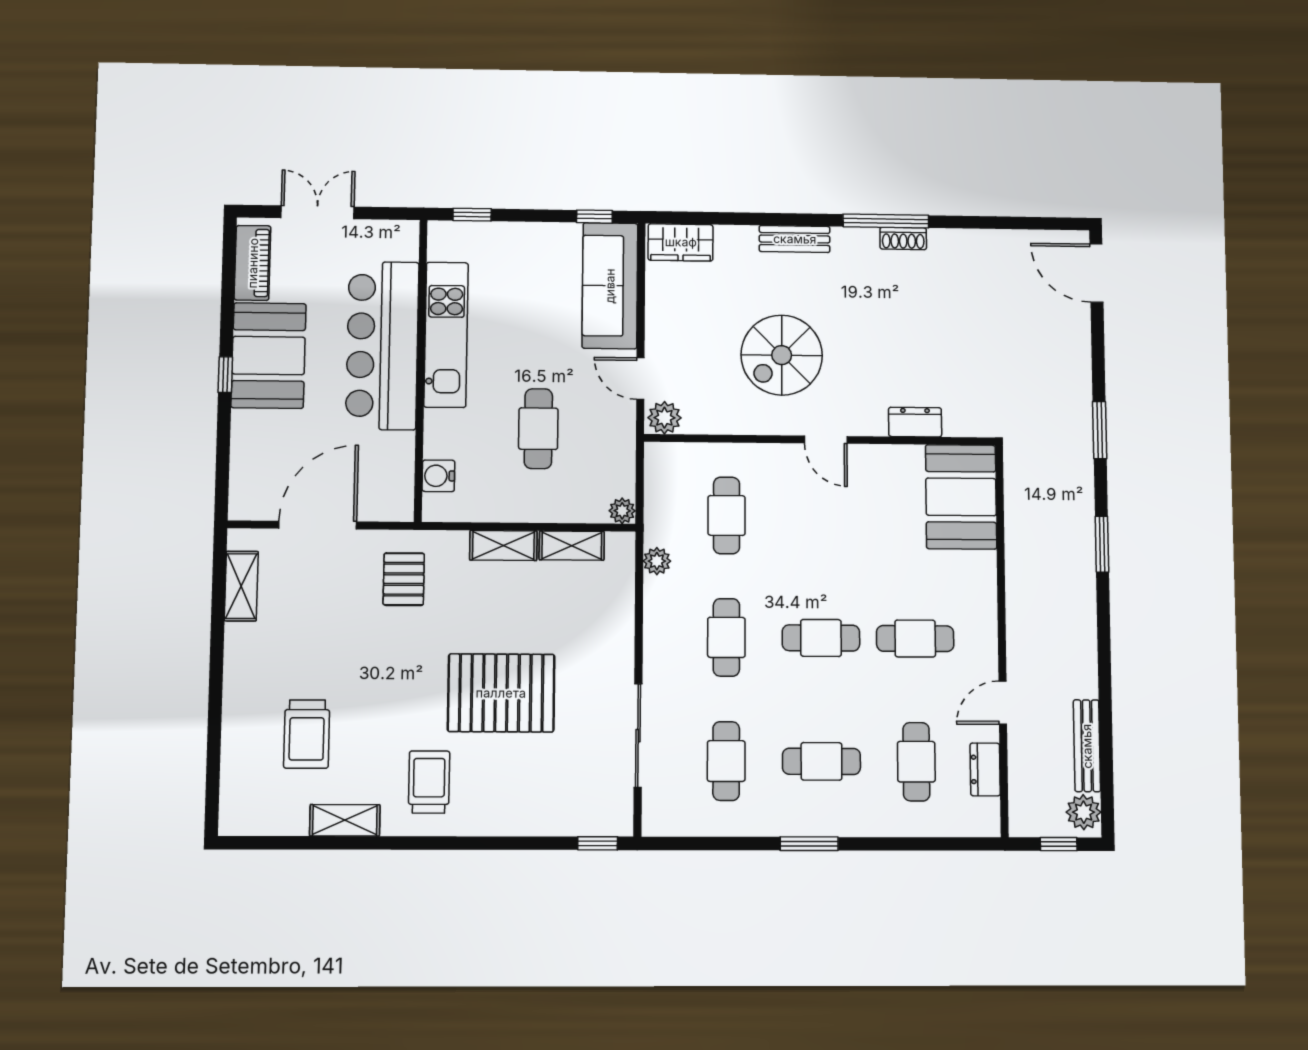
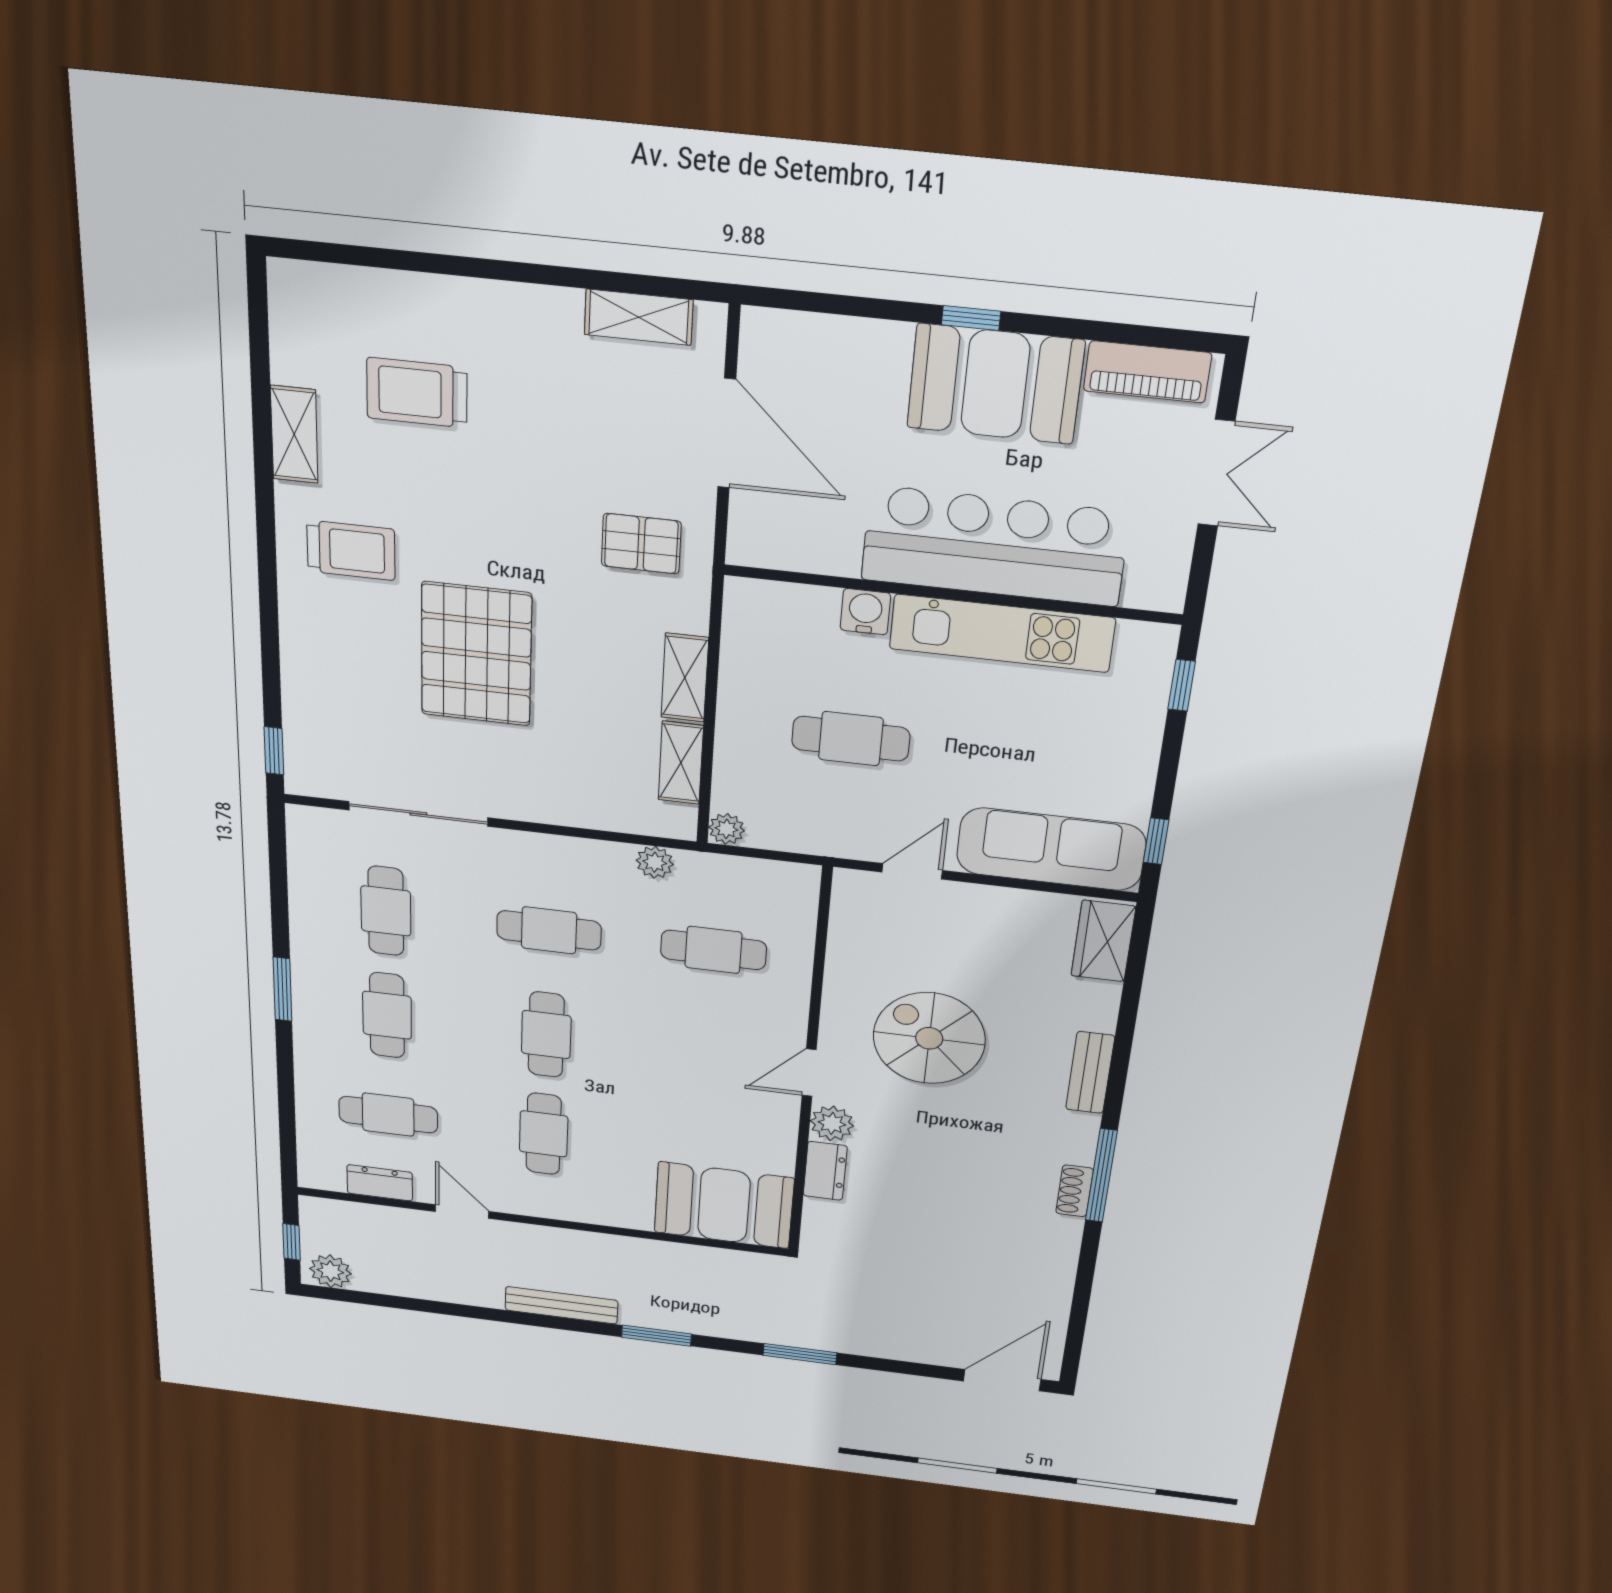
plant: (664, 418) -> (832, 1123), moved
water cooler: (438, 476) -> (865, 612), moved
bench: (1087, 746) -> (561, 1305), moved
cafe table: (726, 761) -> (386, 911), turned 90

